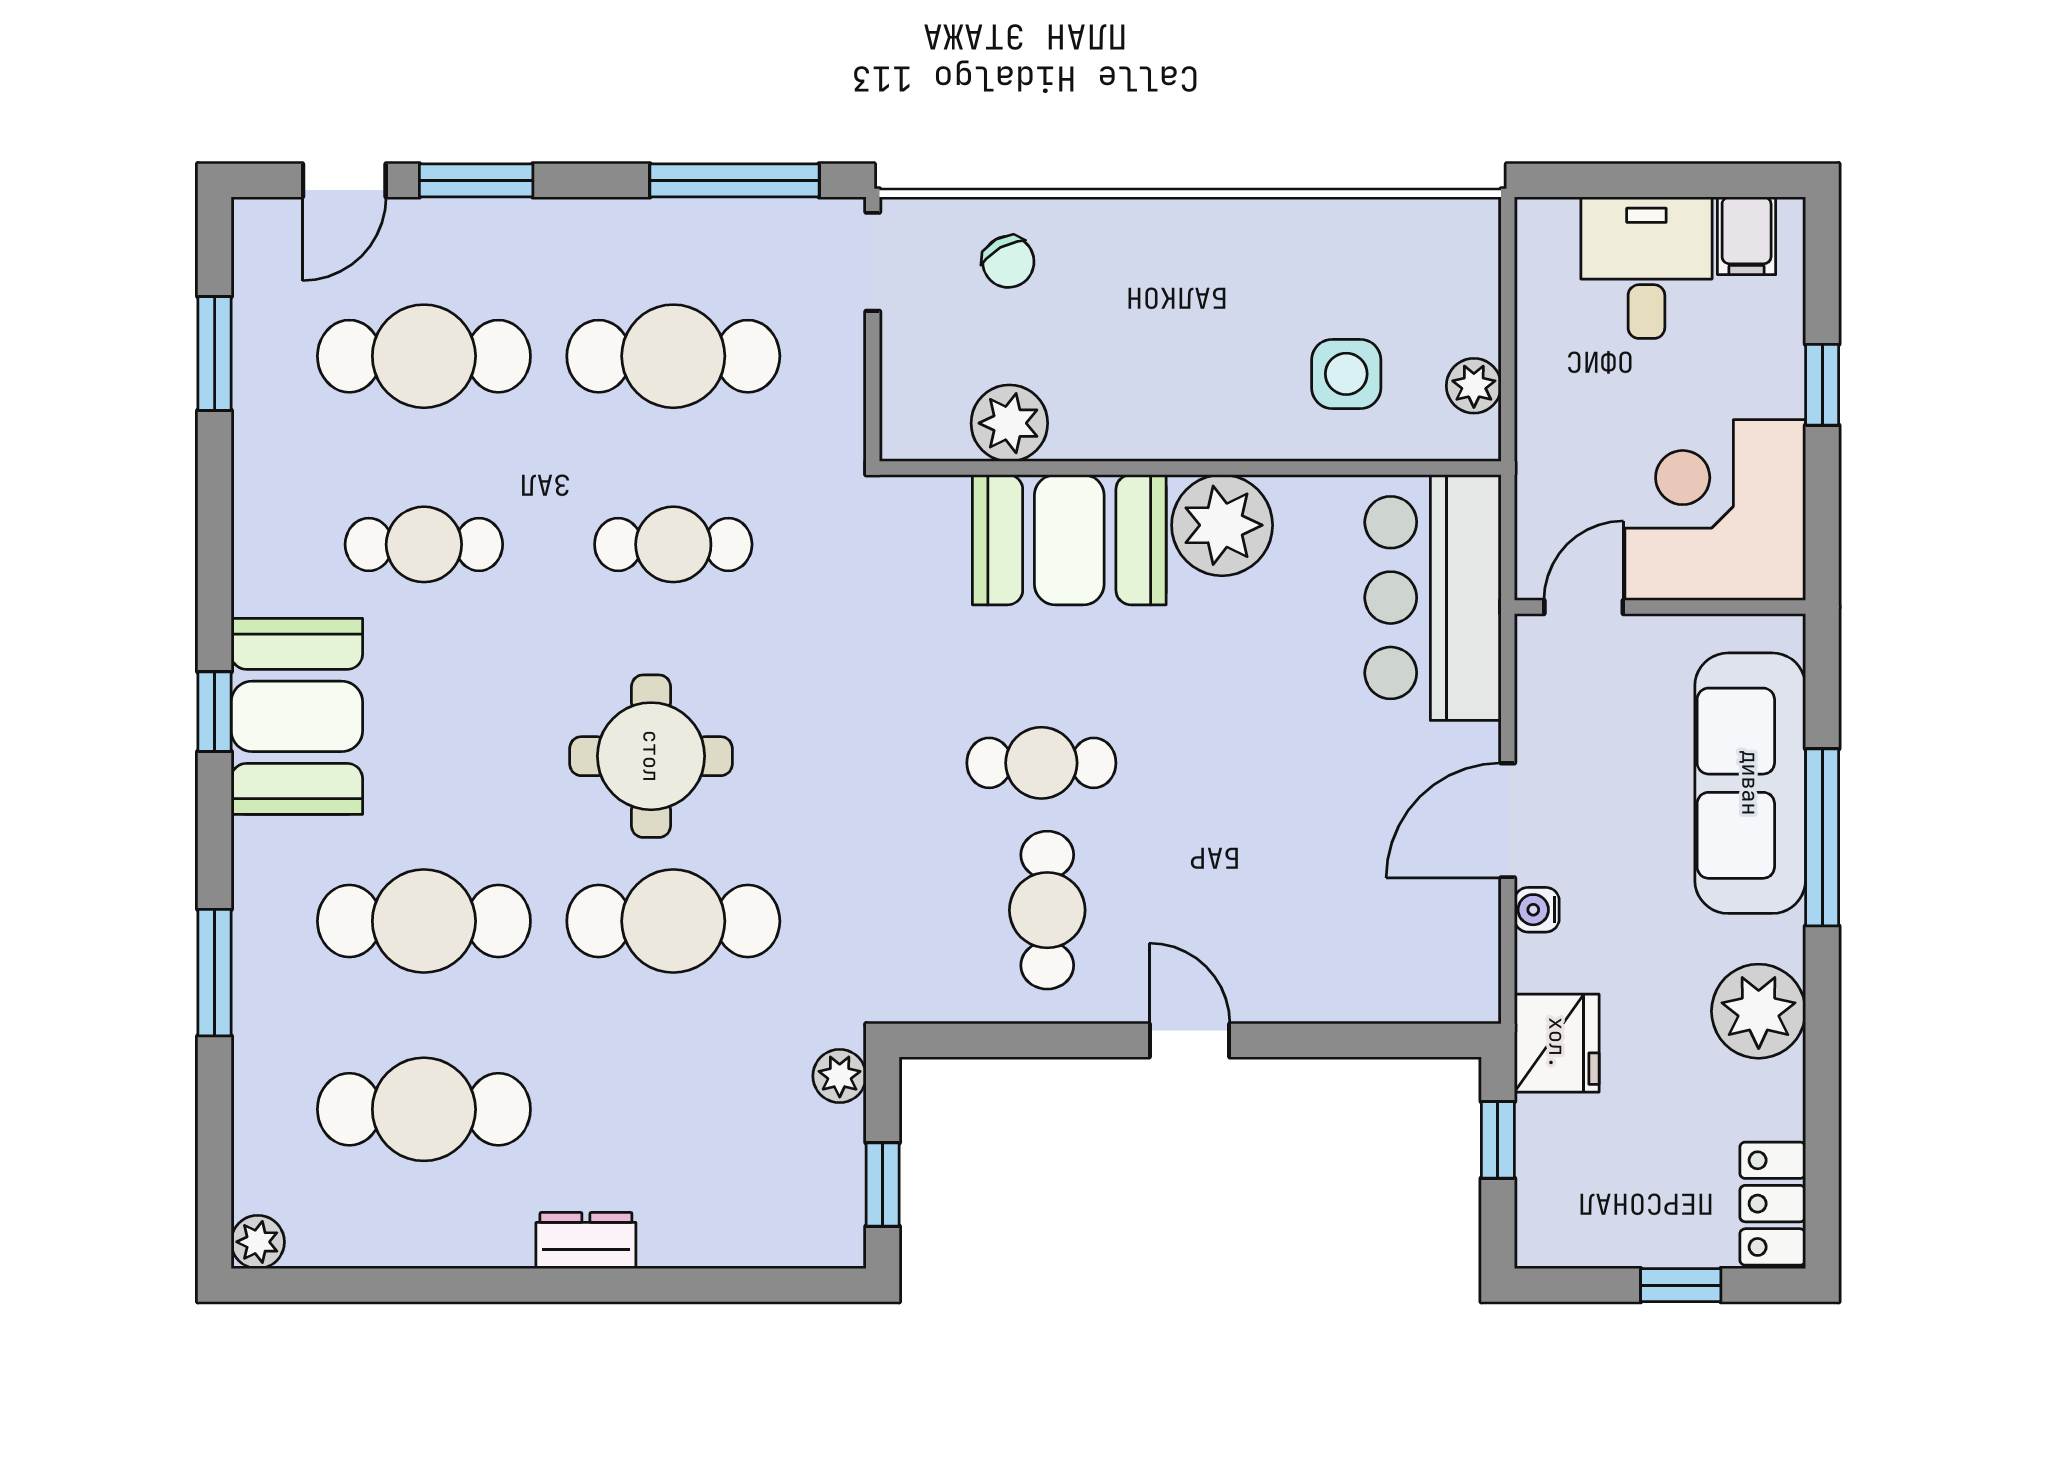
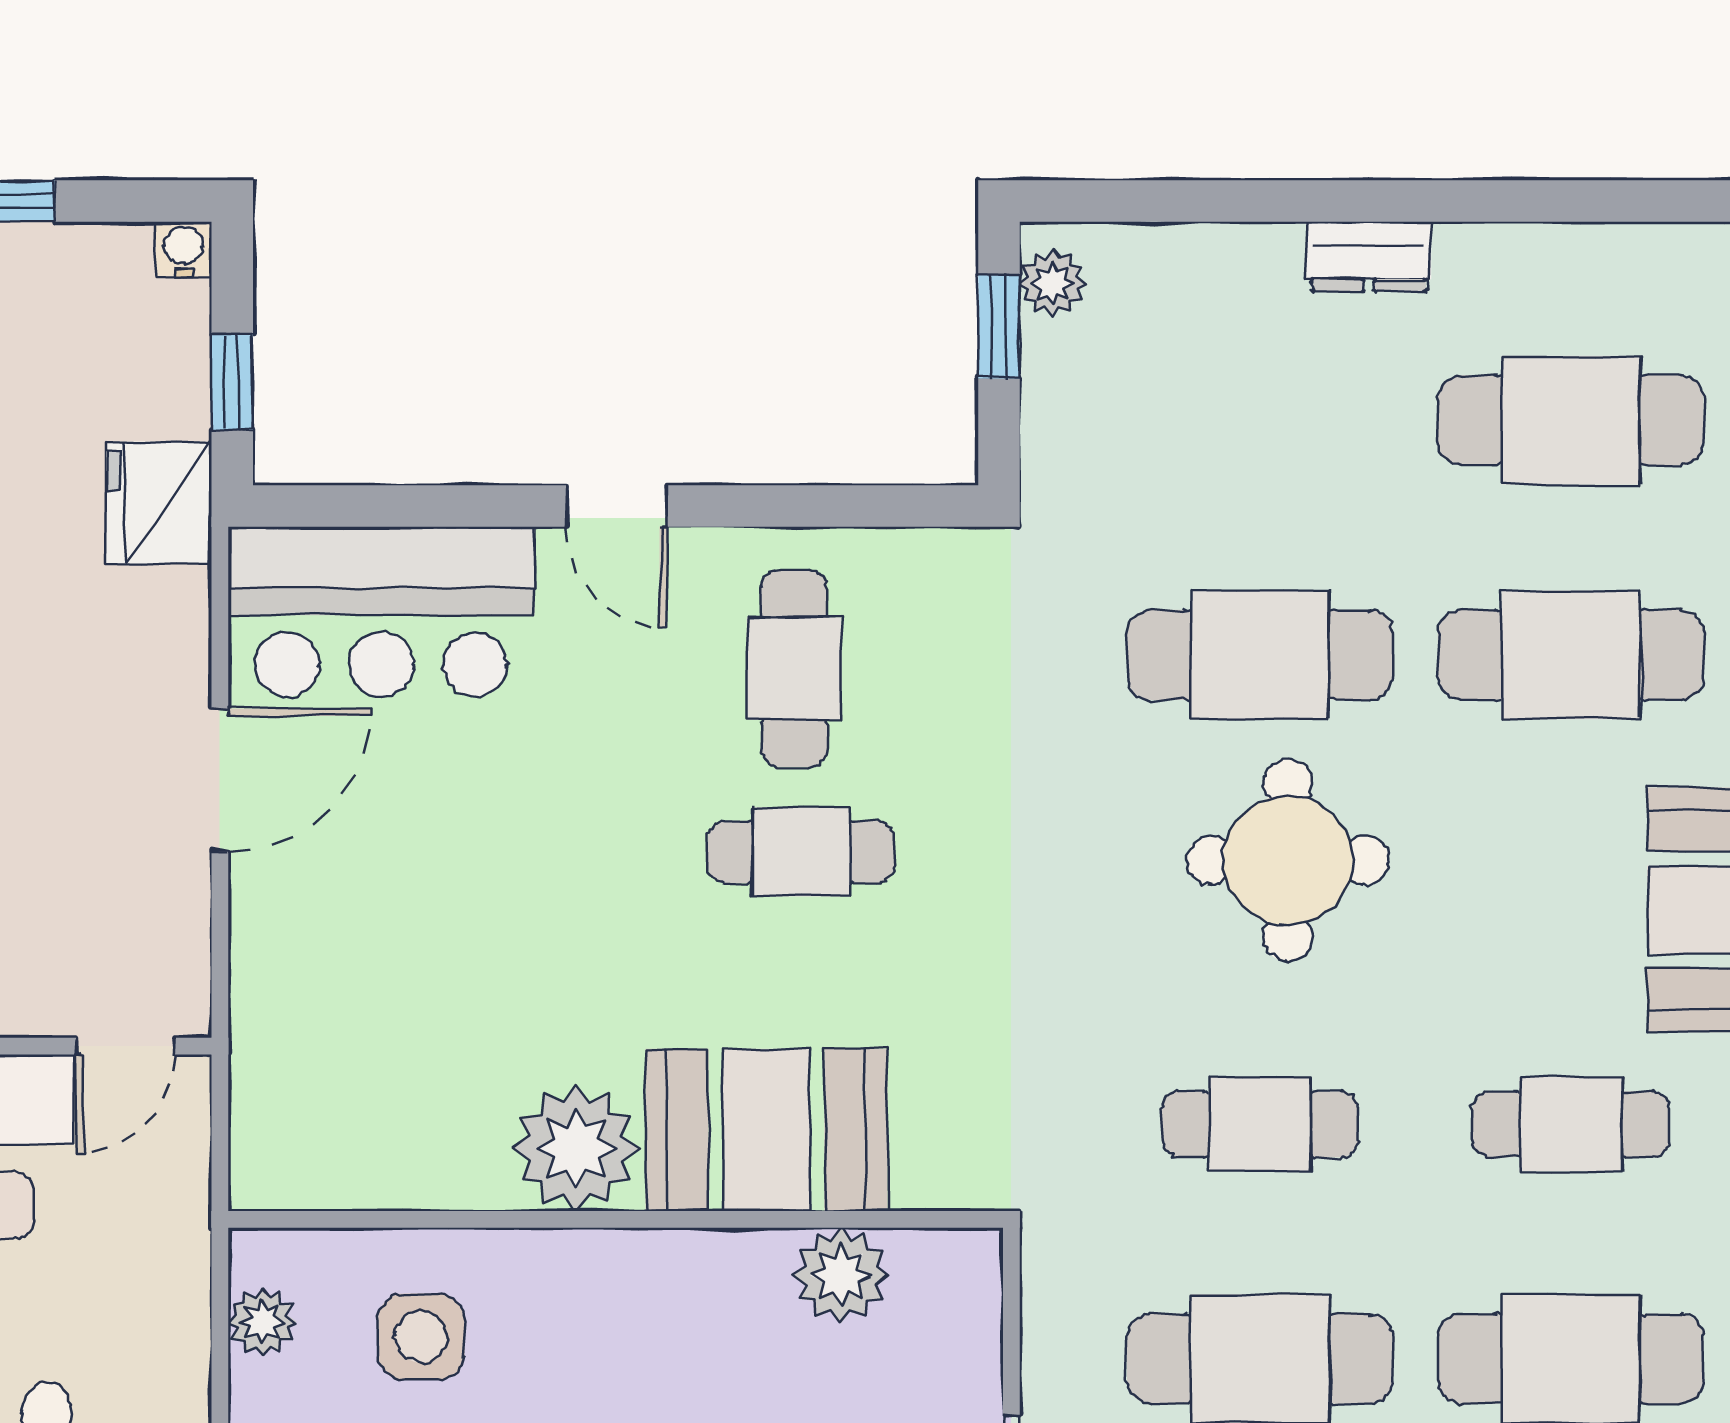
bar counter: (1433, 598) -> (381, 612), moved, turned 90
water cooler: (1537, 910) -> (184, 249), moved, turned -90
plant: (840, 1076) -> (1053, 283), moved

